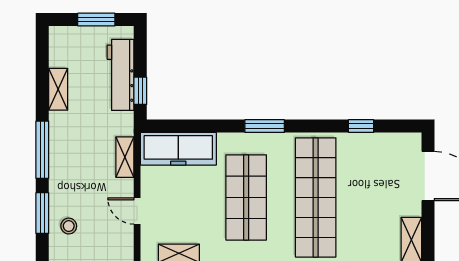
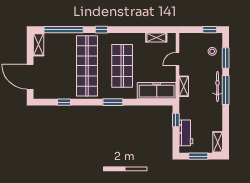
workbench: (121, 75) -> (186, 133), width x0.73
shelving: (58, 89) -> (218, 142), moved
bicycle: (58, 157) -> (217, 87), added
door: (137, 211) -> (178, 59), swing flipped

